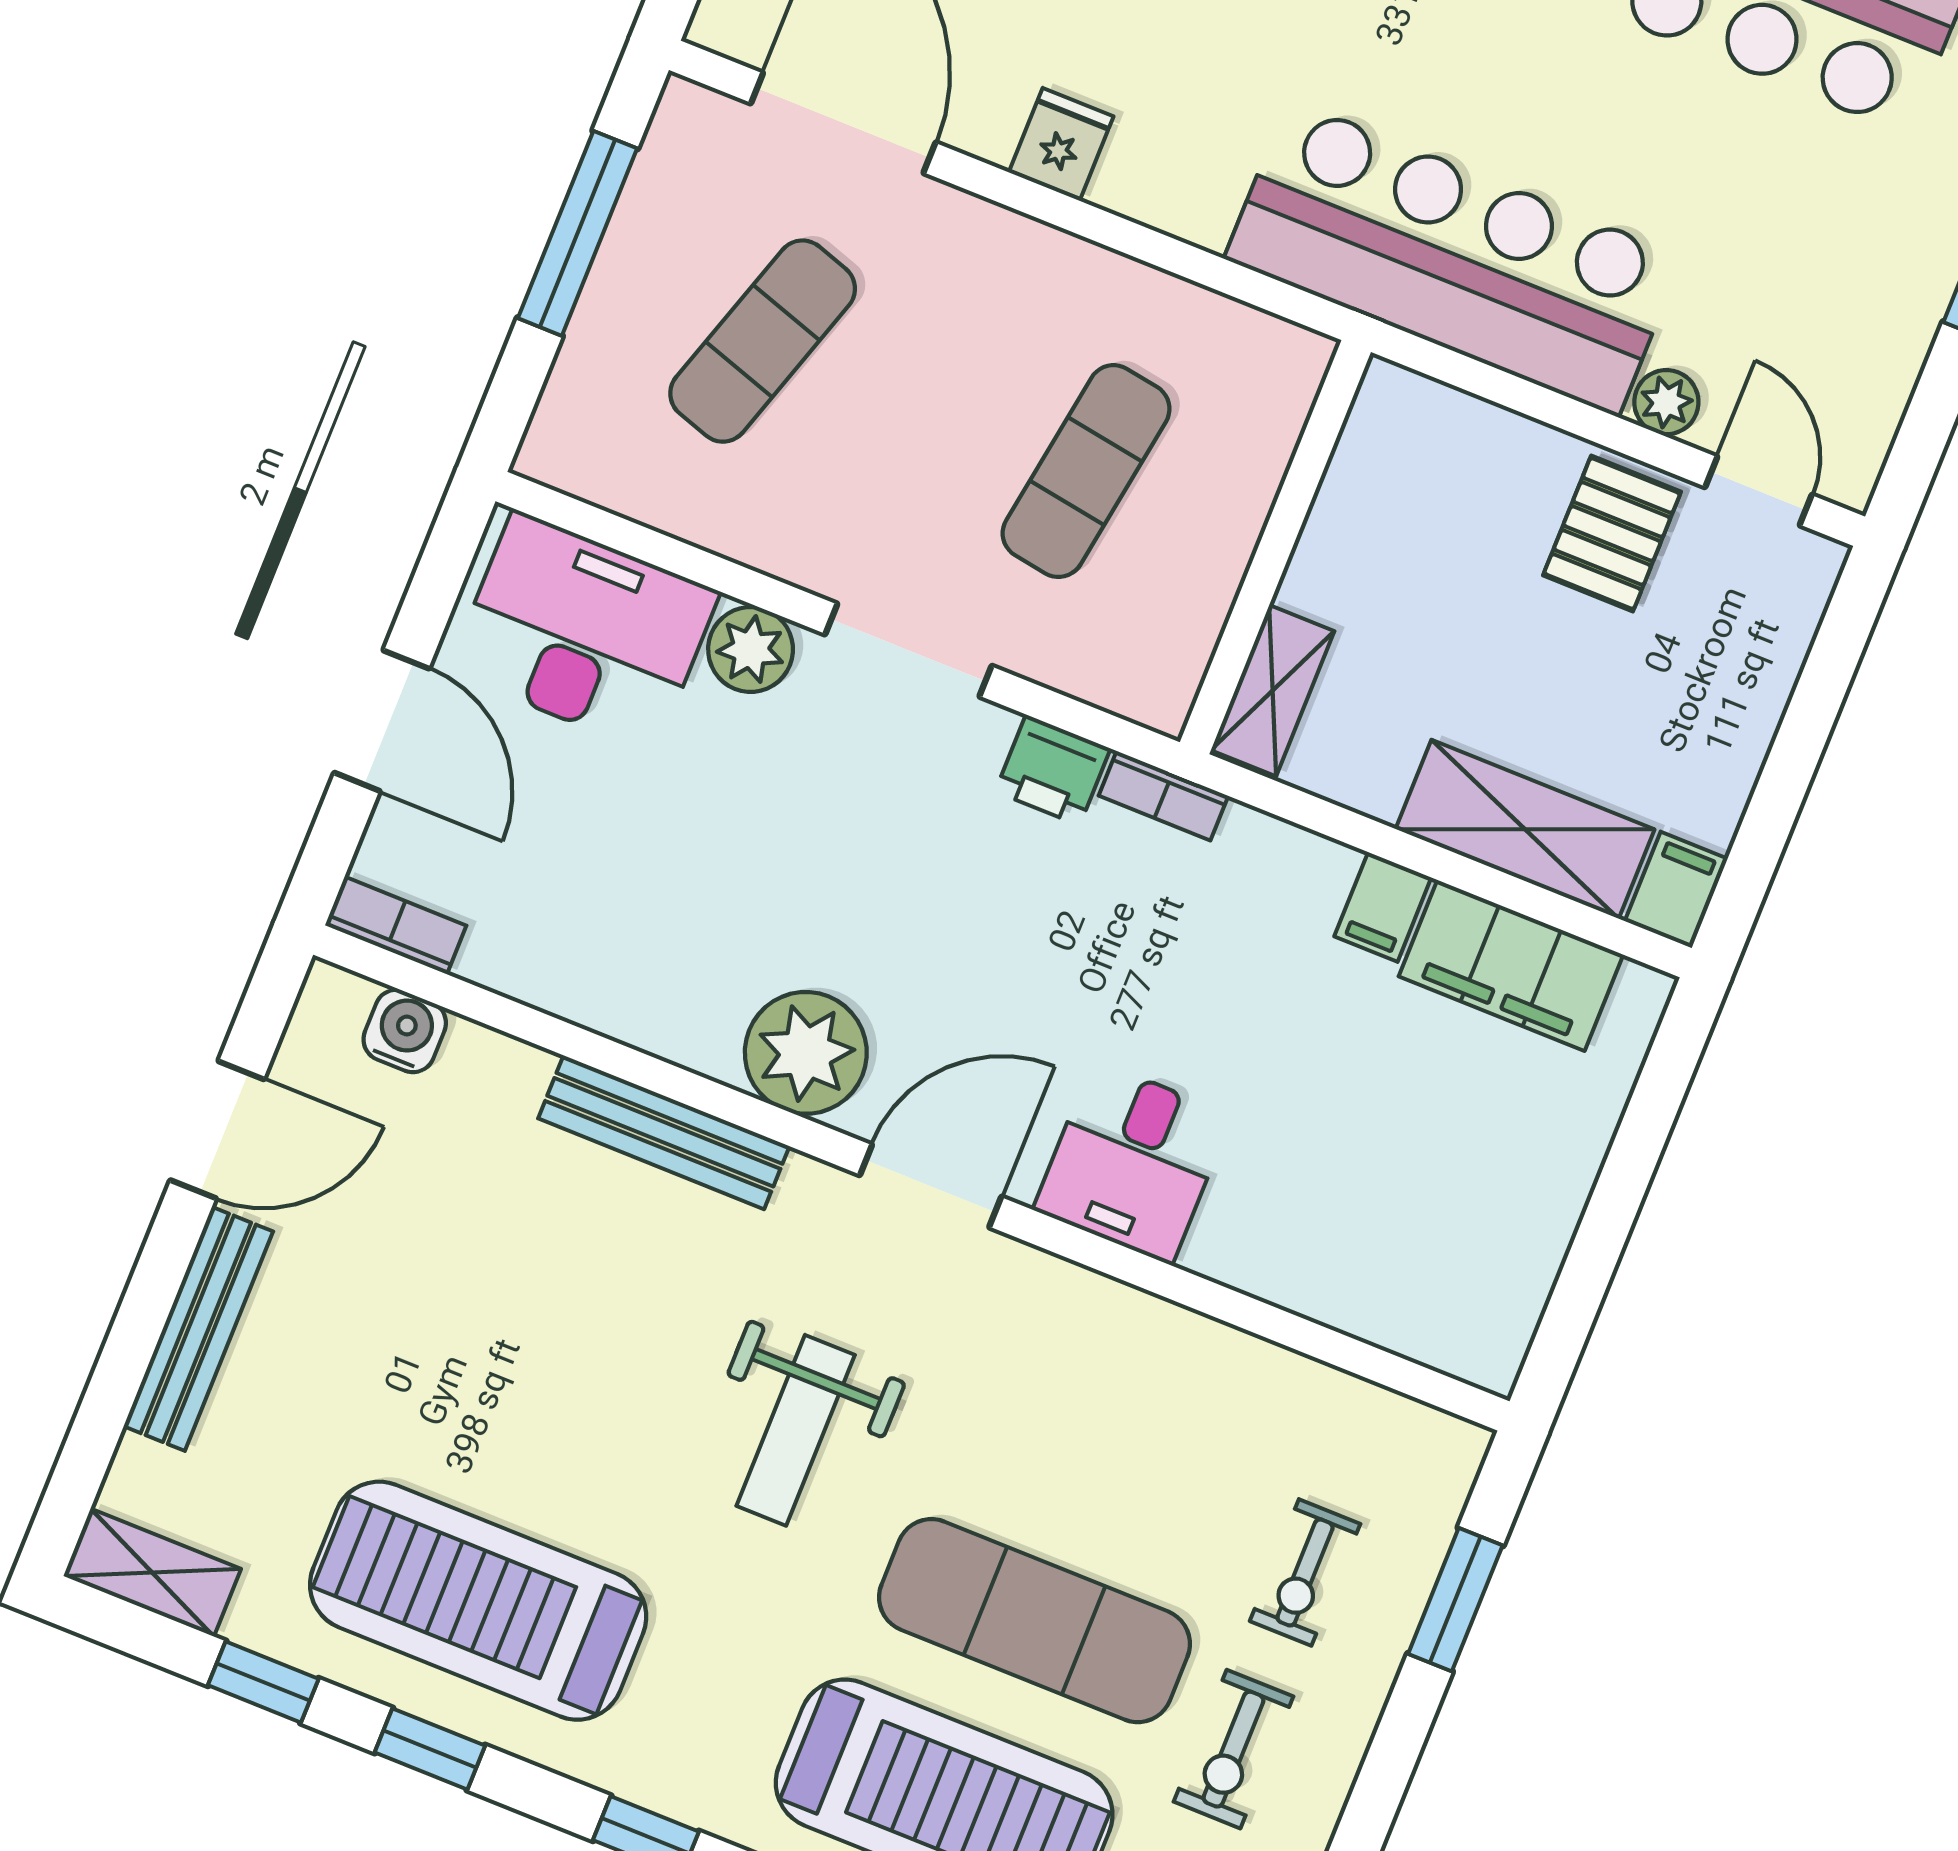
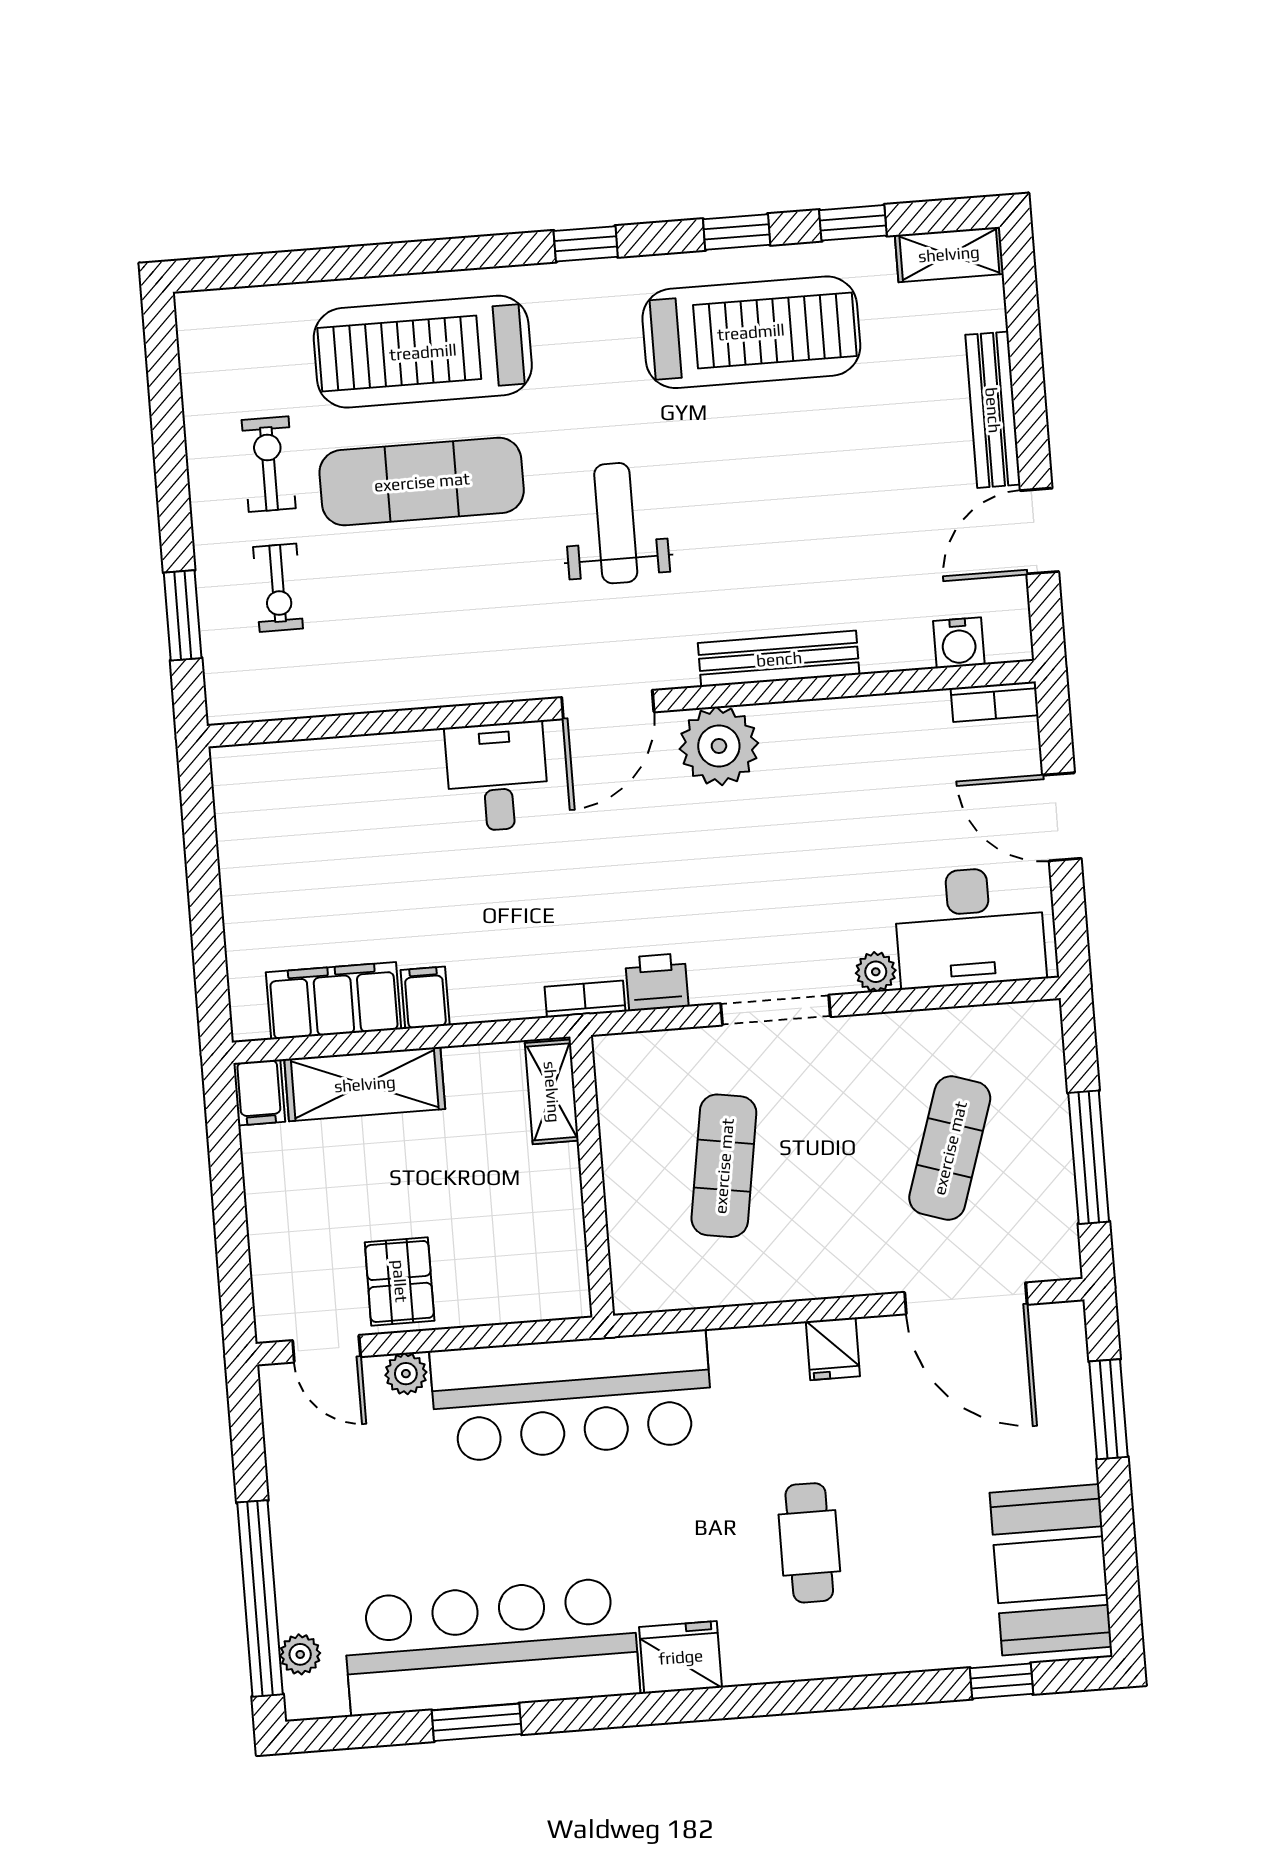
plant: (751, 650) -> (876, 972), width x0.73, depth x0.73
exercise bike: (1305, 1572) -> (278, 588), turned 180

